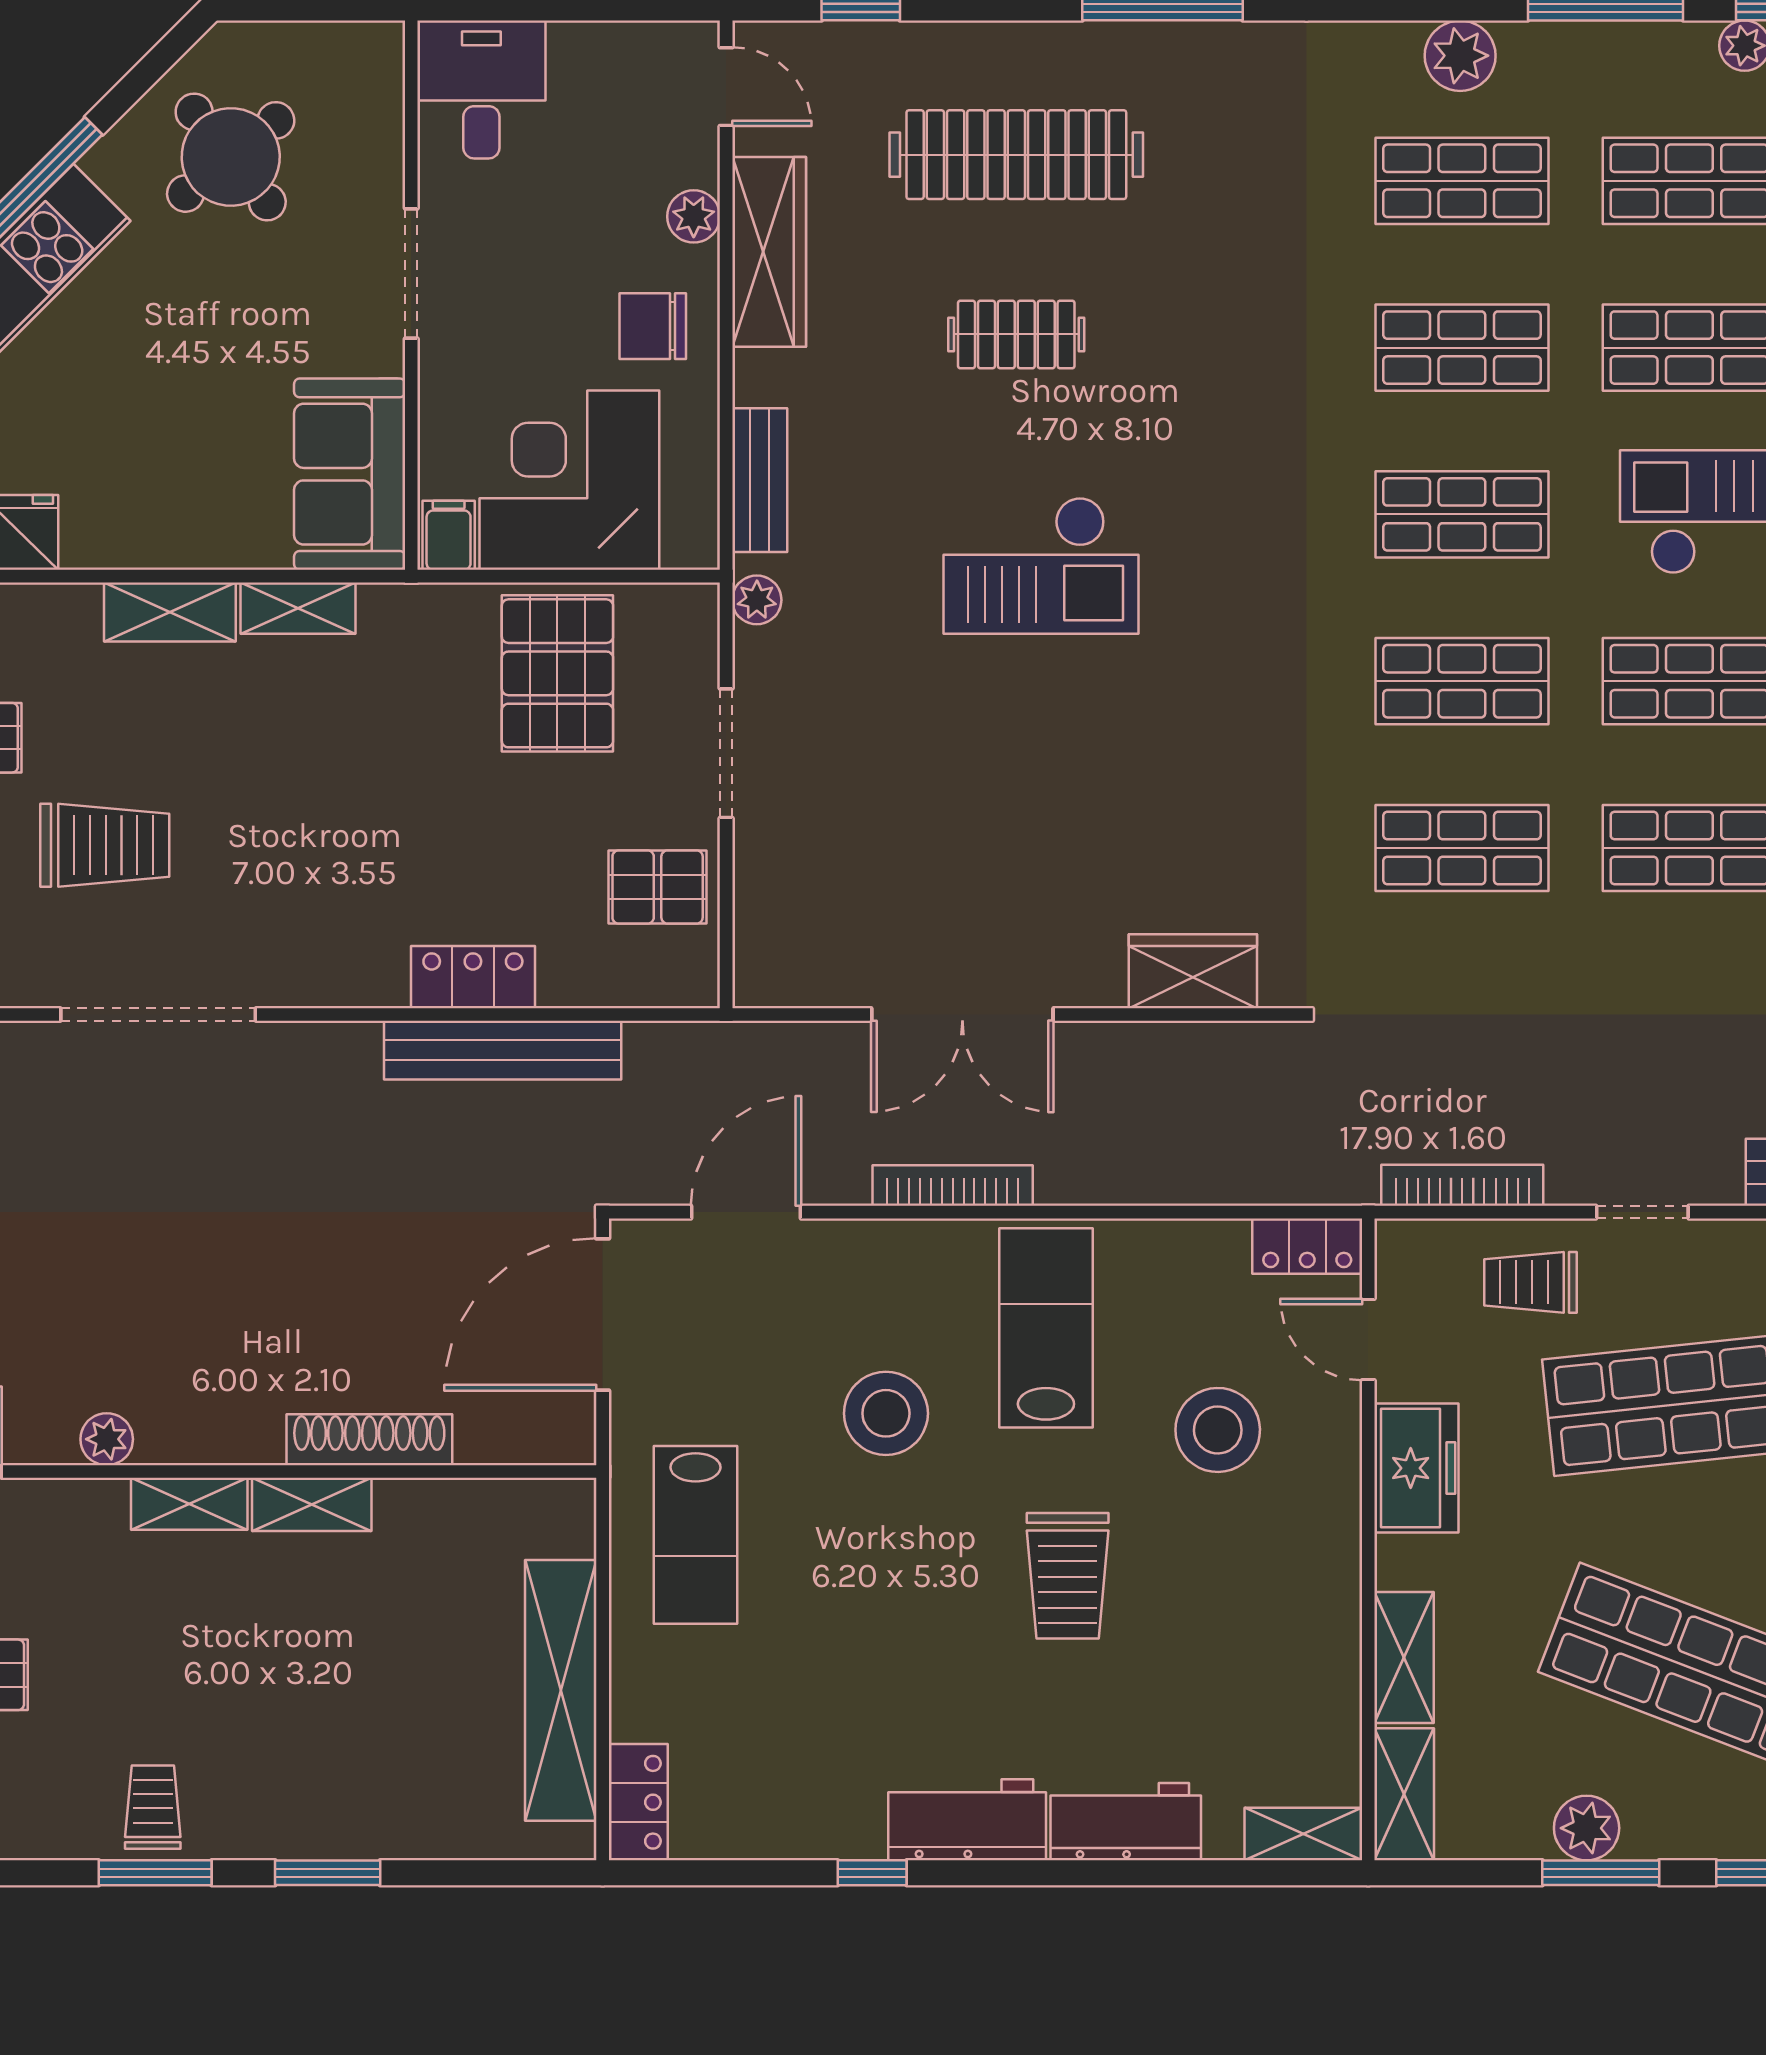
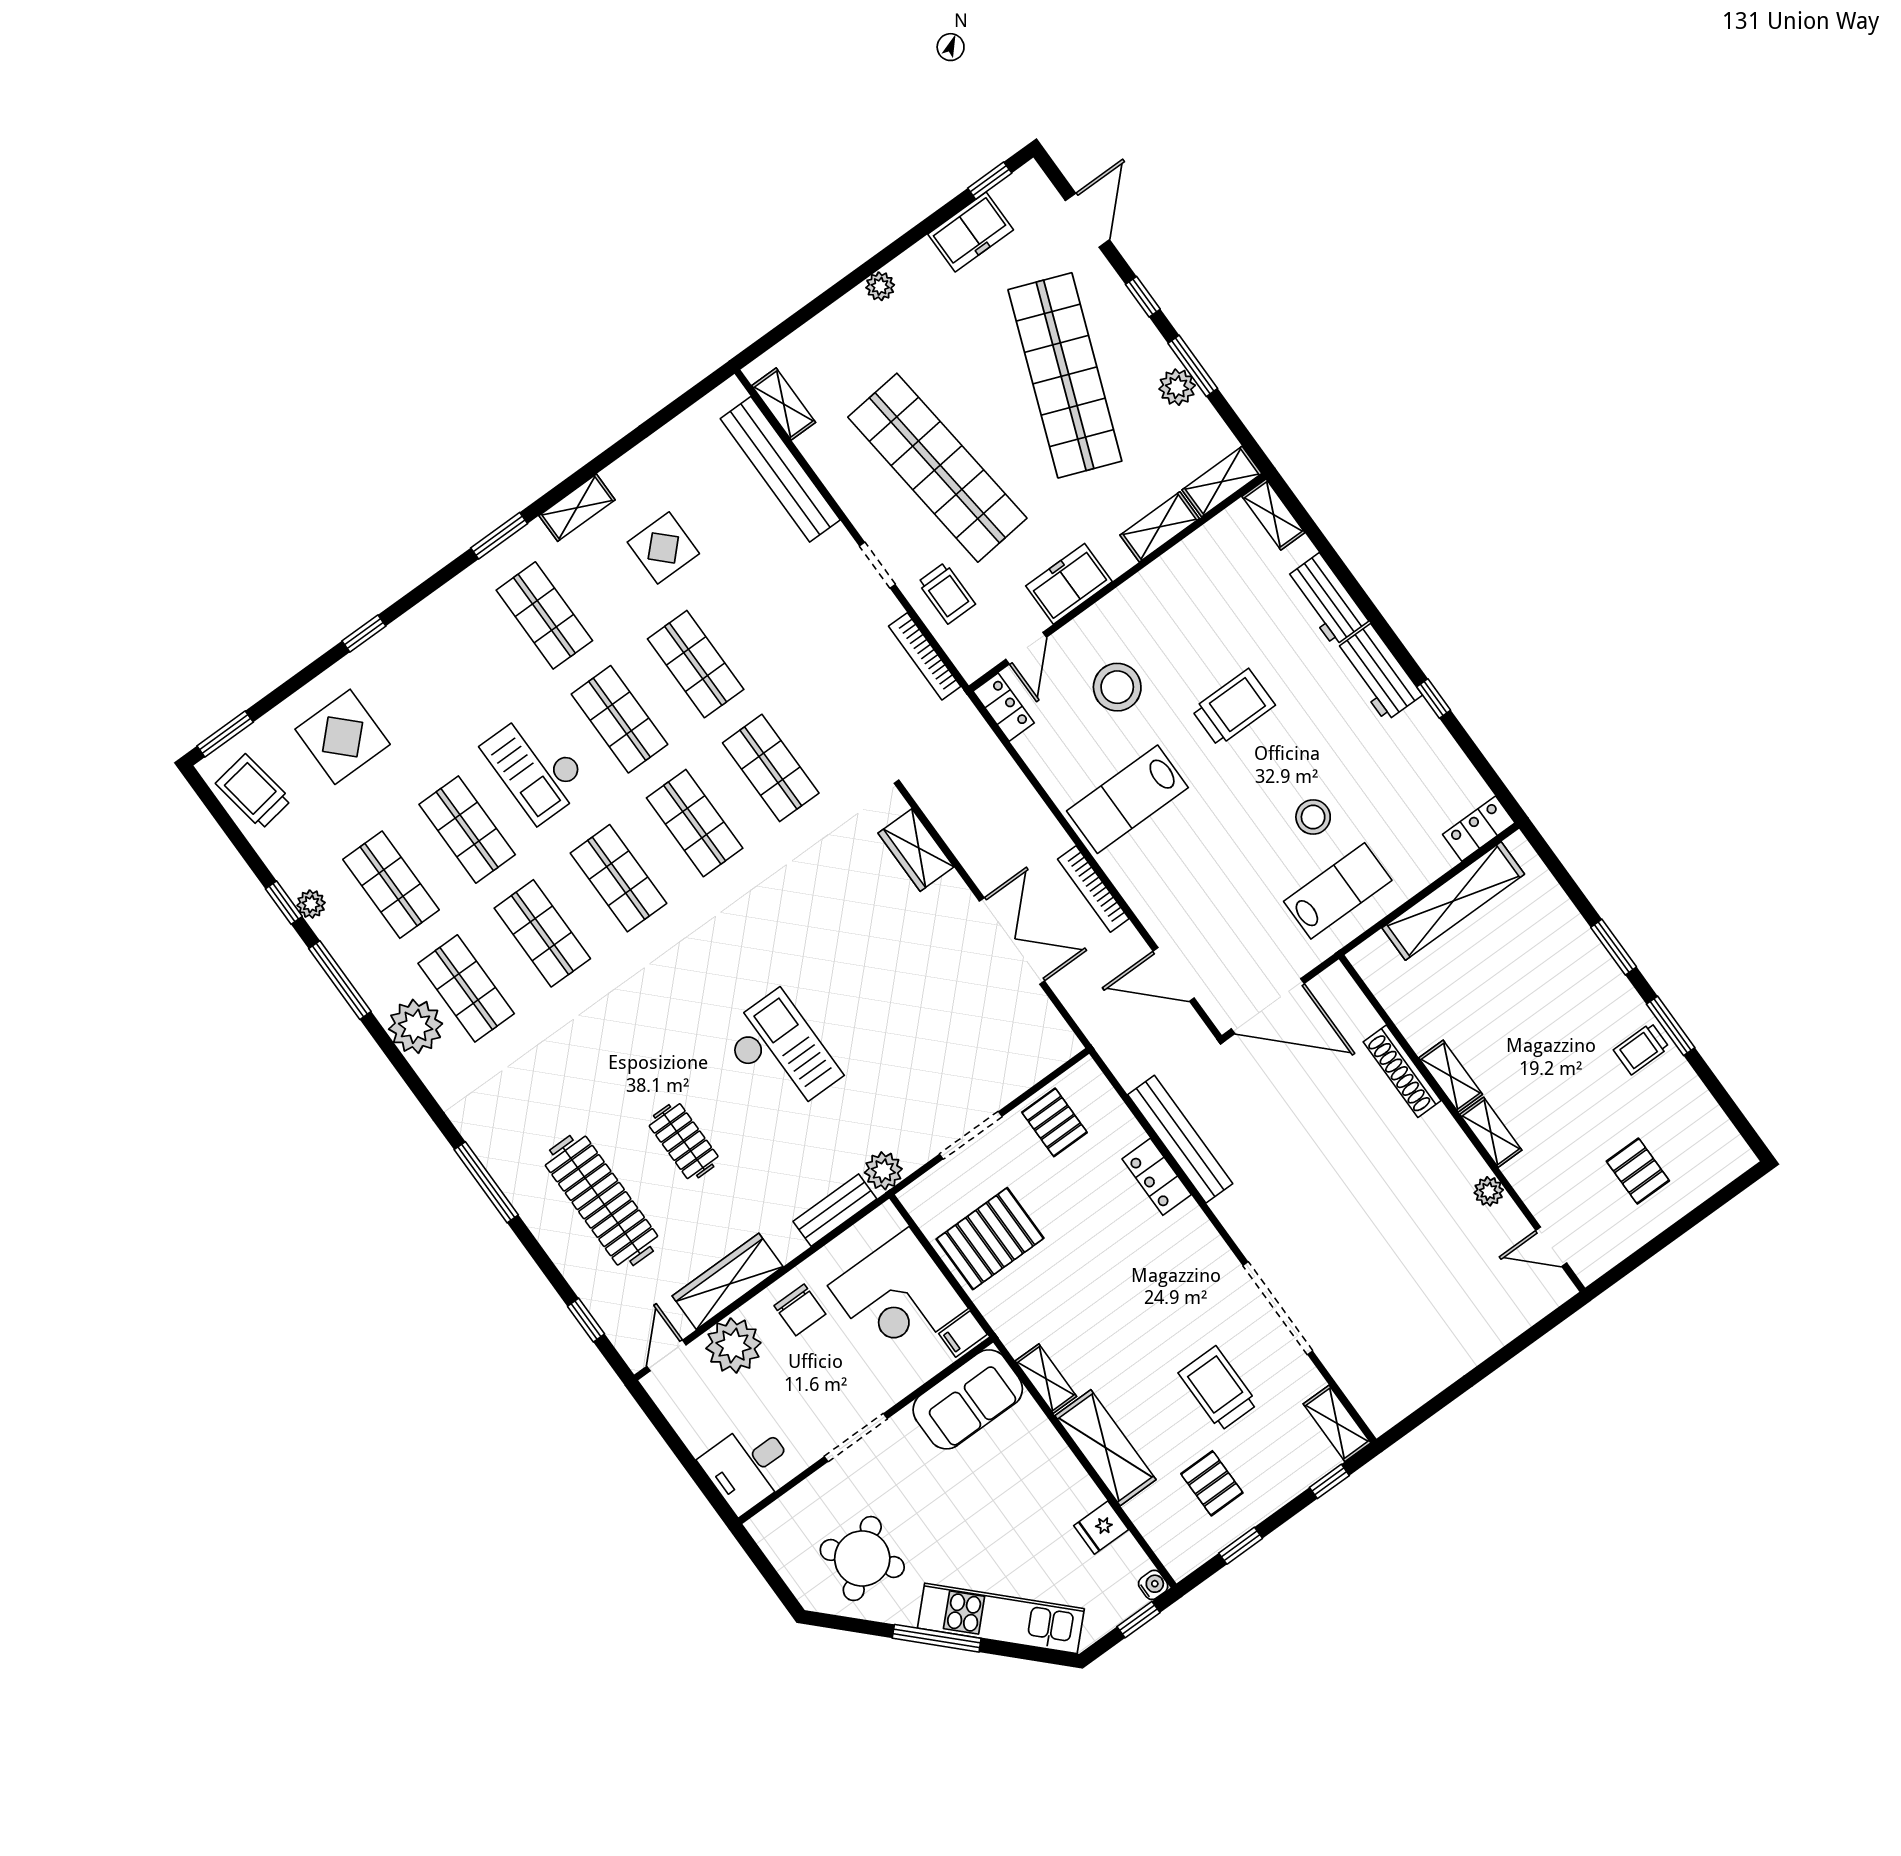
plant: (1460, 56) -> (416, 1026), width x1.36, depth x1.36
plant: (694, 216) -> (733, 1346), width x1.87, depth x1.87
plant: (757, 600) -> (883, 1171), width x1.38, depth x1.38
shelving: (170, 612) -> (1105, 1448), width x1.50, depth x1.33
stool: (886, 1413) -> (1313, 817), moved, width x0.73, depth x0.73

